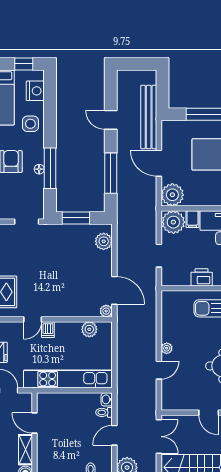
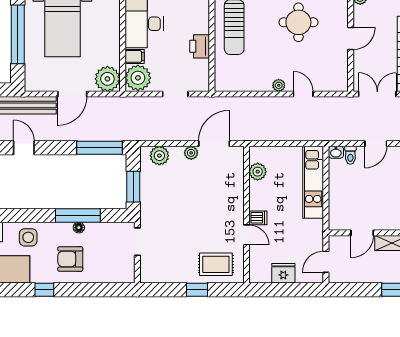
door: (111, 120) -> (24, 148), swing flipped
window: (111, 173) -> (99, 148), moved
plant: (106, 311) -> (191, 153), moved
kitchen unit: (68, 379) -> (313, 182), width x0.73
door: (114, 435) -> (376, 144), hinge flipped

